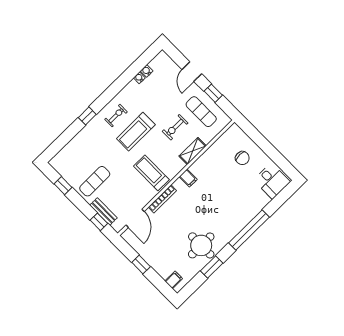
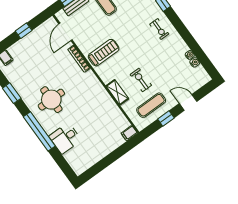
treadmill: (136, 132) -> (142, 44), removed
chair: (242, 158) -> (104, 135), removed
filing cabinet: (188, 178) -> (129, 133), moved
desk: (272, 181) -> (65, 138), moved
door: (135, 218) -> (65, 32), hinge flipped
round table: (201, 245) -> (51, 100), moved

